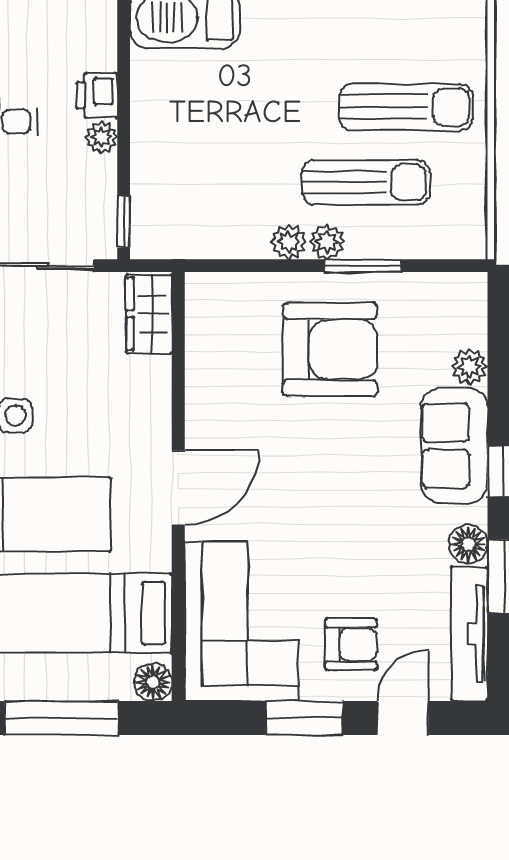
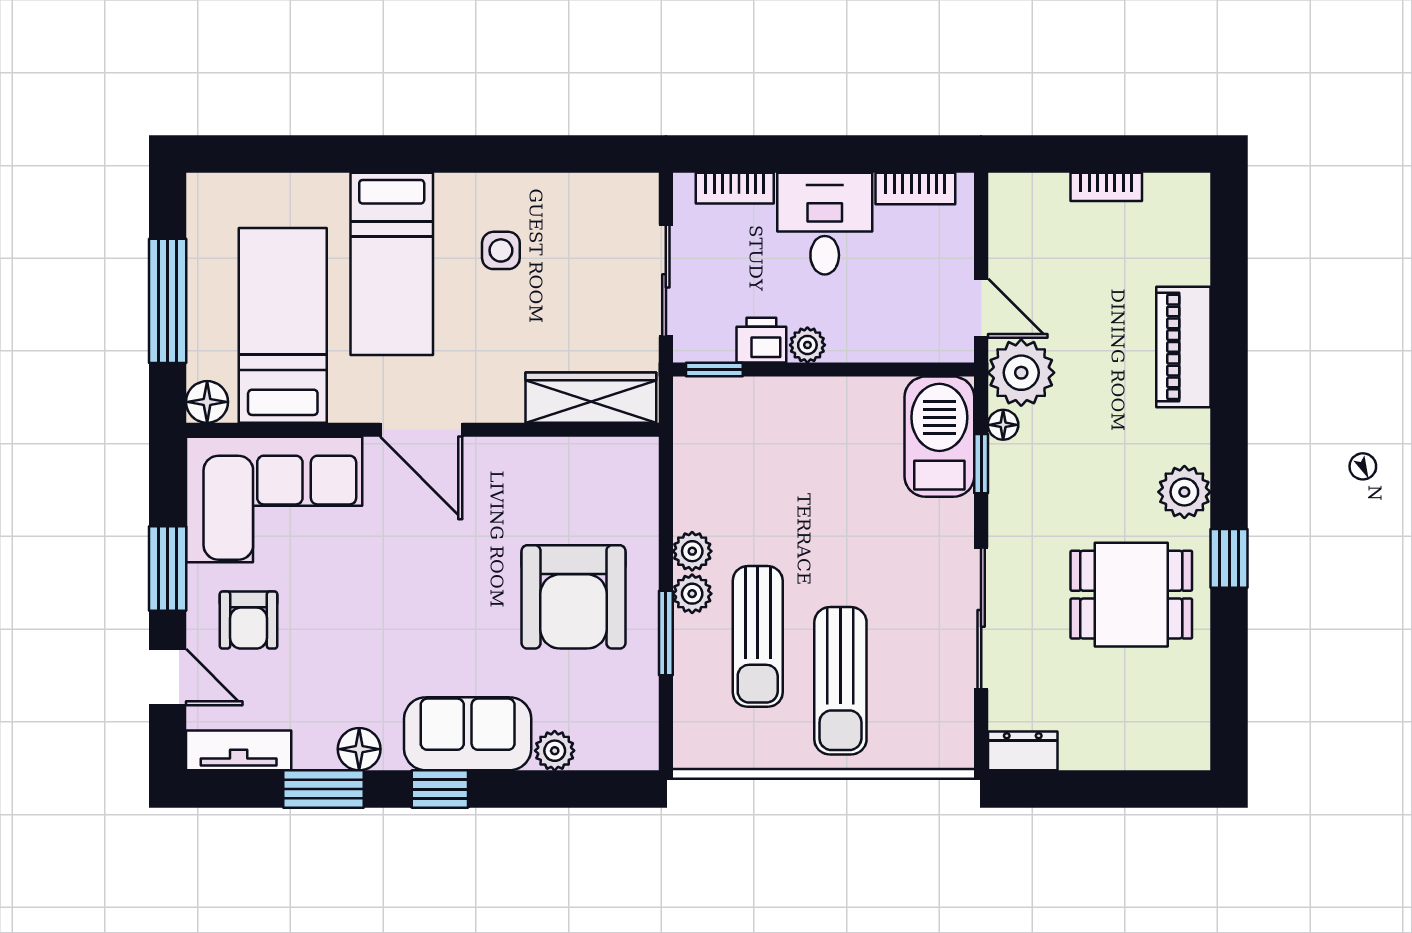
printer: (97, 95) -> (761, 340), moved
wardrobe: (149, 314) -> (591, 398), width x1.50
tv unit: (469, 634) -> (239, 750), width x0.71

